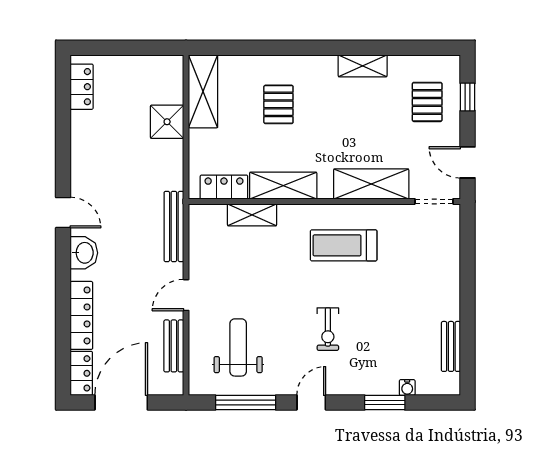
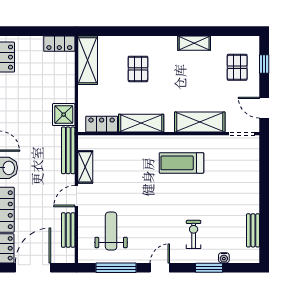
locker: (161, 67) -> (59, 44), added
shower: (167, 122) -> (64, 115), moved
shelving: (252, 215) -> (85, 167), moved, turned 90
exercise bike: (328, 329) -> (194, 234), moved, turned 180

